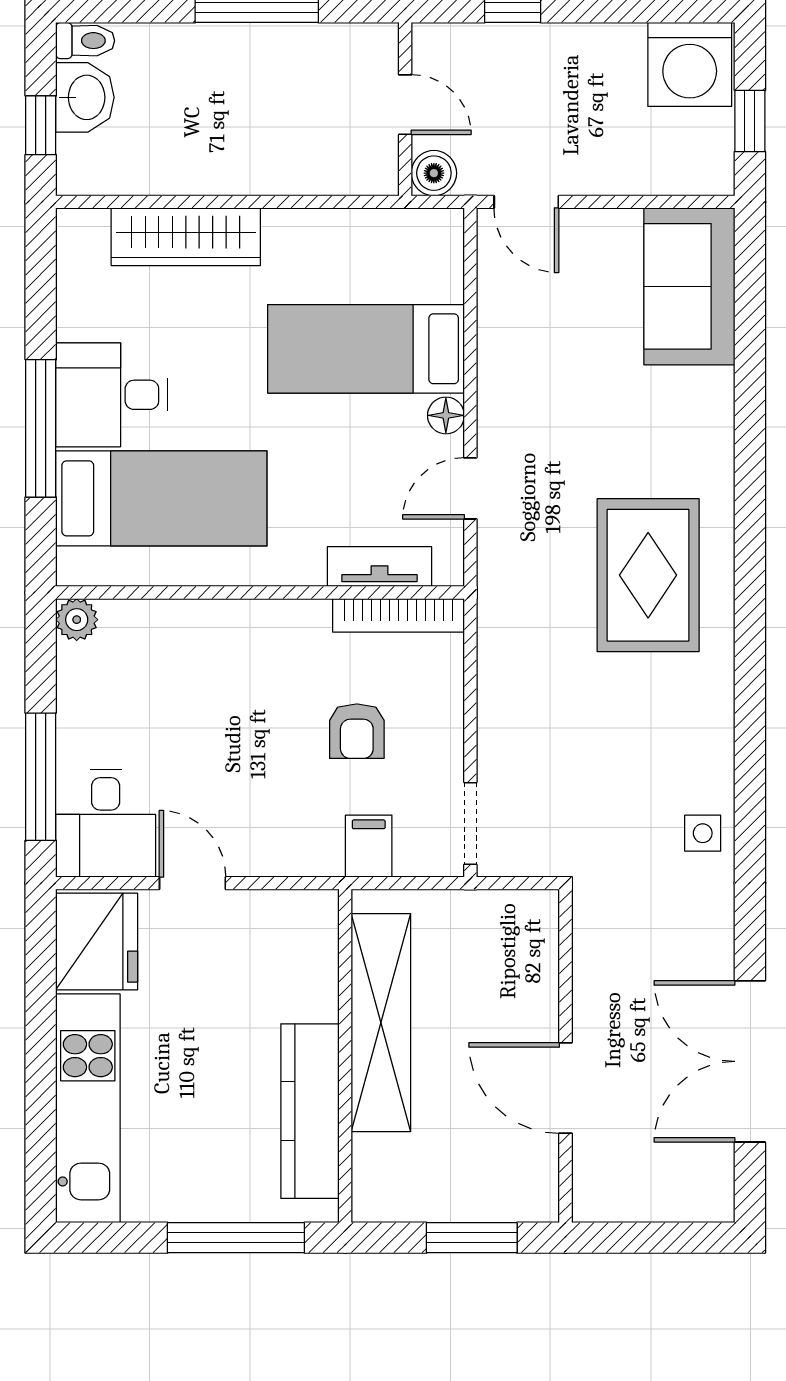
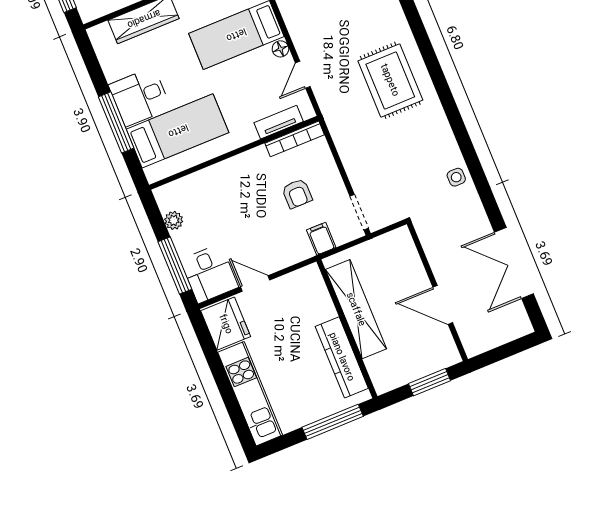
plant: (77, 620) -> (174, 220), moved

